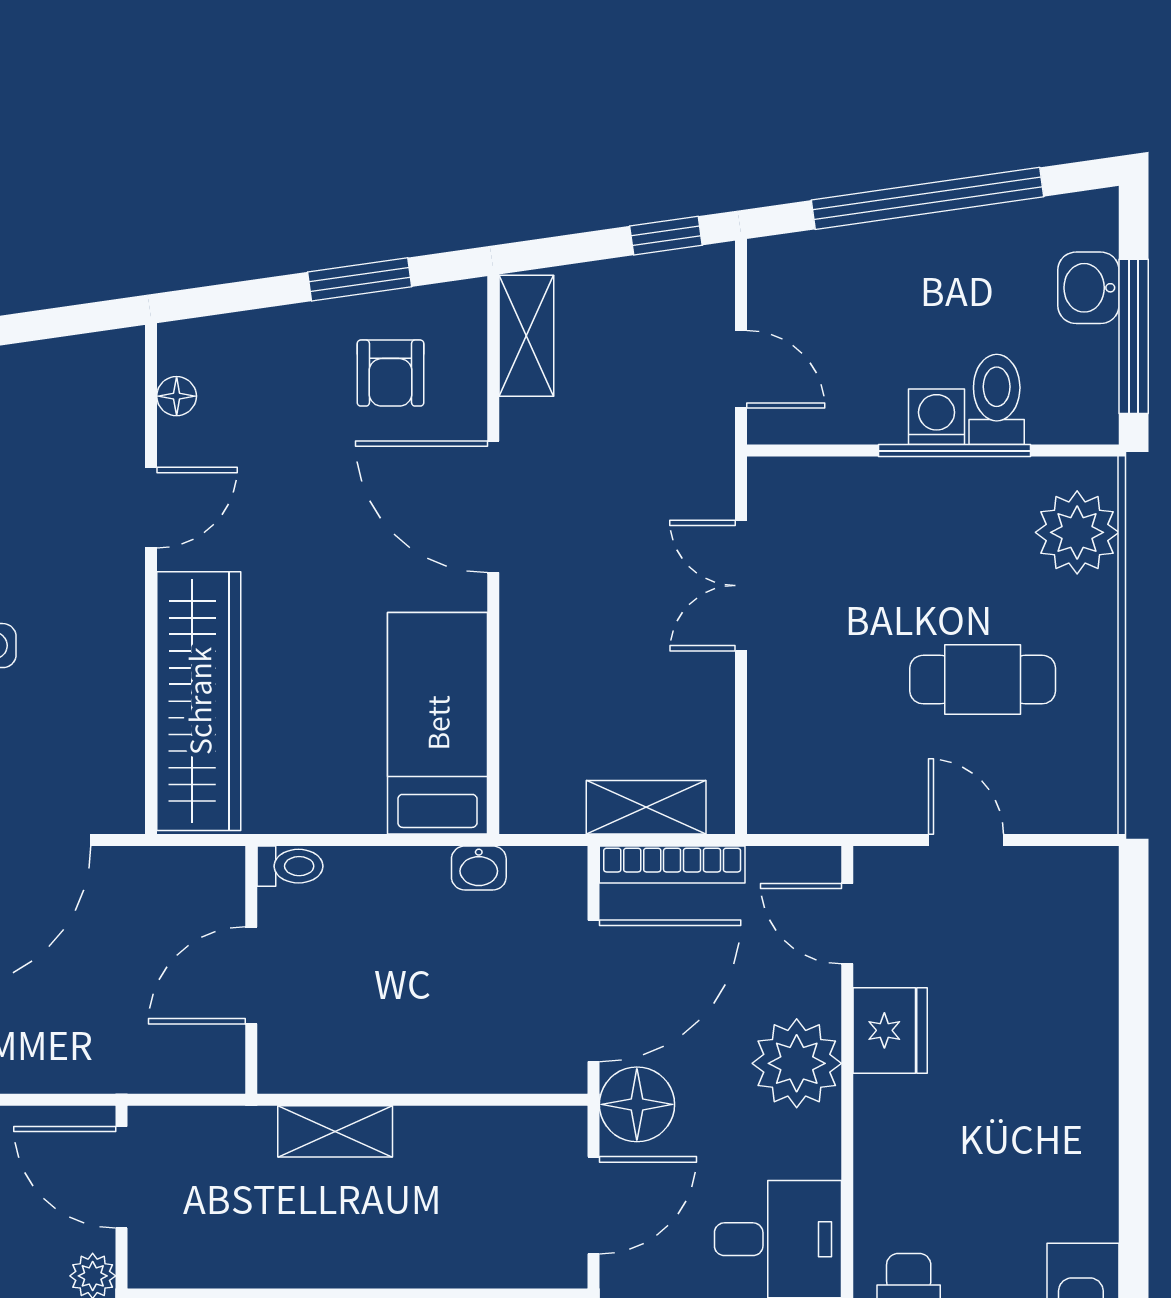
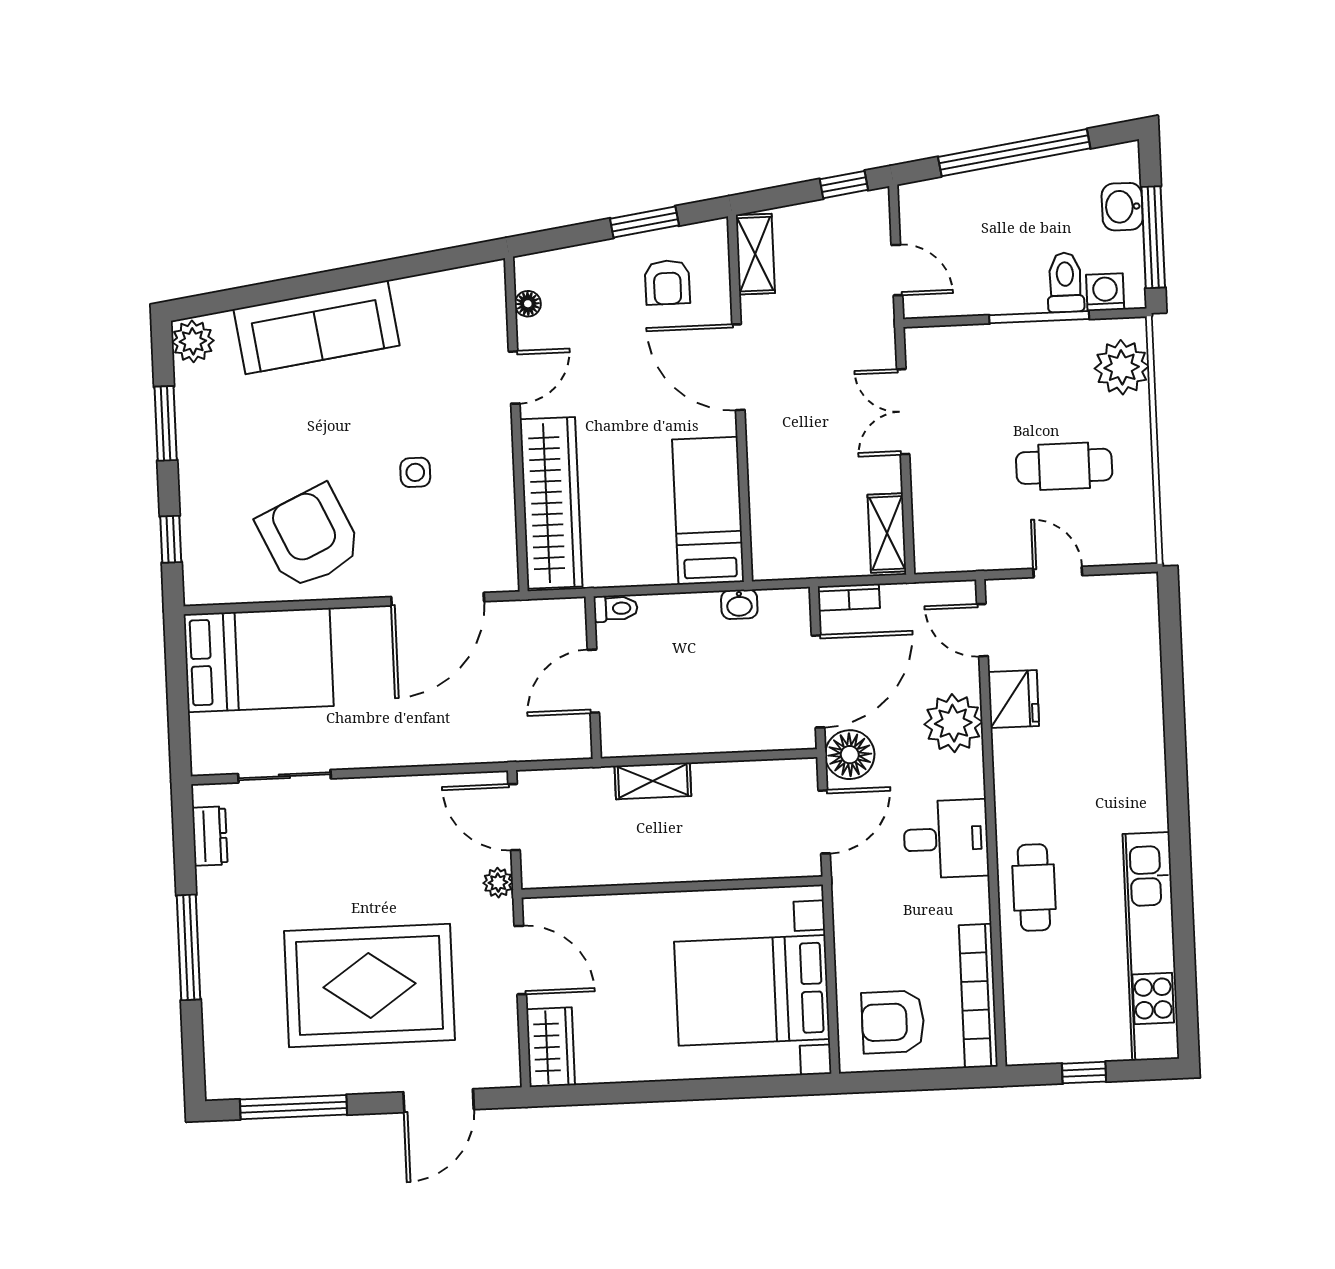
washing machine: (937, 417) -> (1105, 292), moved
shelving: (646, 807) -> (887, 533), moved, turned 90
bookcase: (672, 865) -> (849, 597), width x0.64

